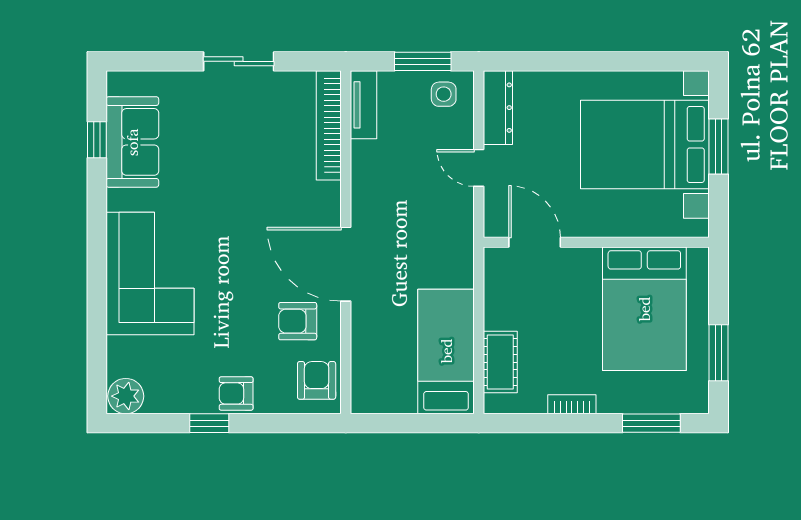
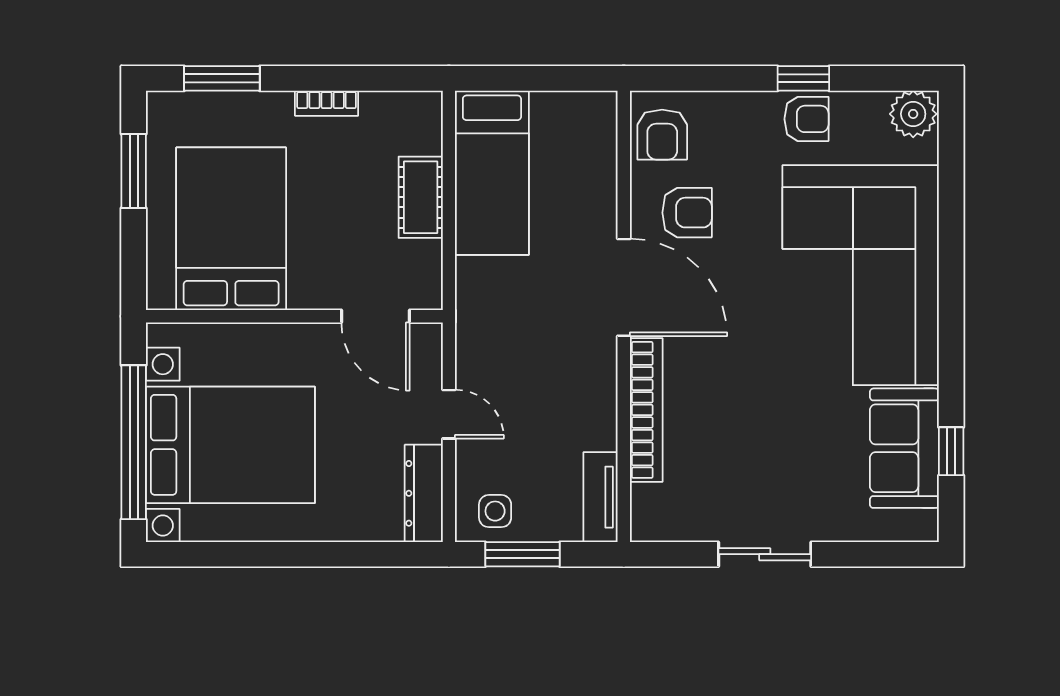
bookcase: (329, 125) -> (646, 410), moved
window: (718, 146) -> (134, 442), width x2.11
corner sofa: (150, 273) -> (861, 275), width x1.36, depth x1.36
cot: (500, 362) -> (421, 197), moved
armchair: (236, 393) -> (806, 119), moved

